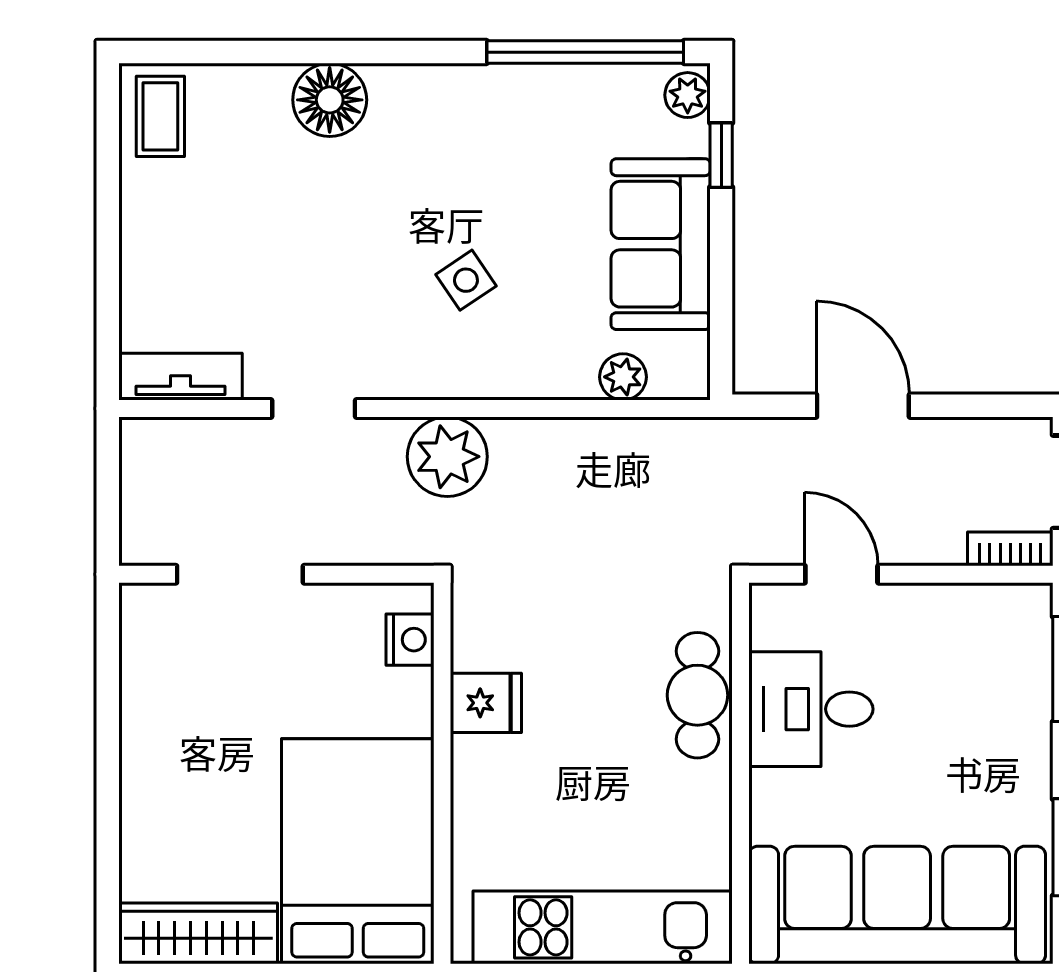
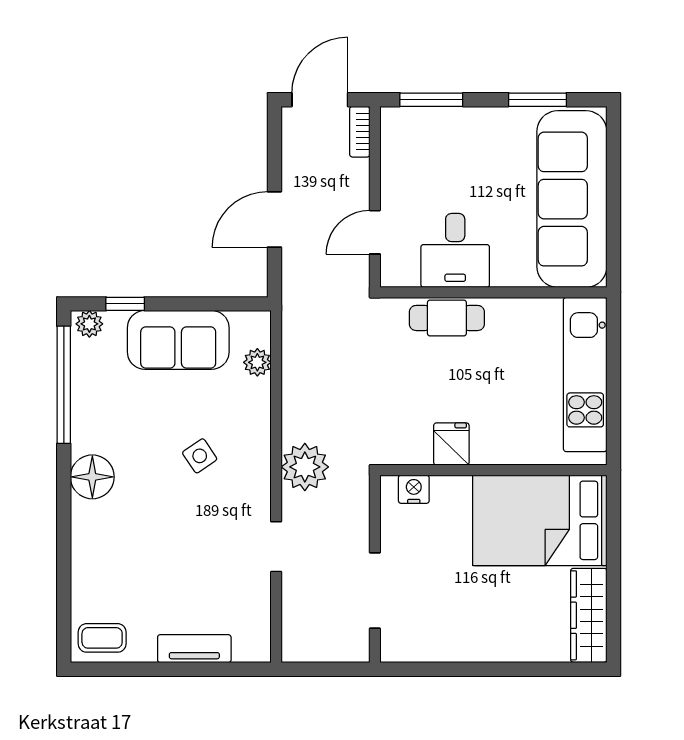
floor lamp: (330, 100) -> (92, 477), moved
tv unit: (180, 377) -> (194, 649), moved, turned 90

